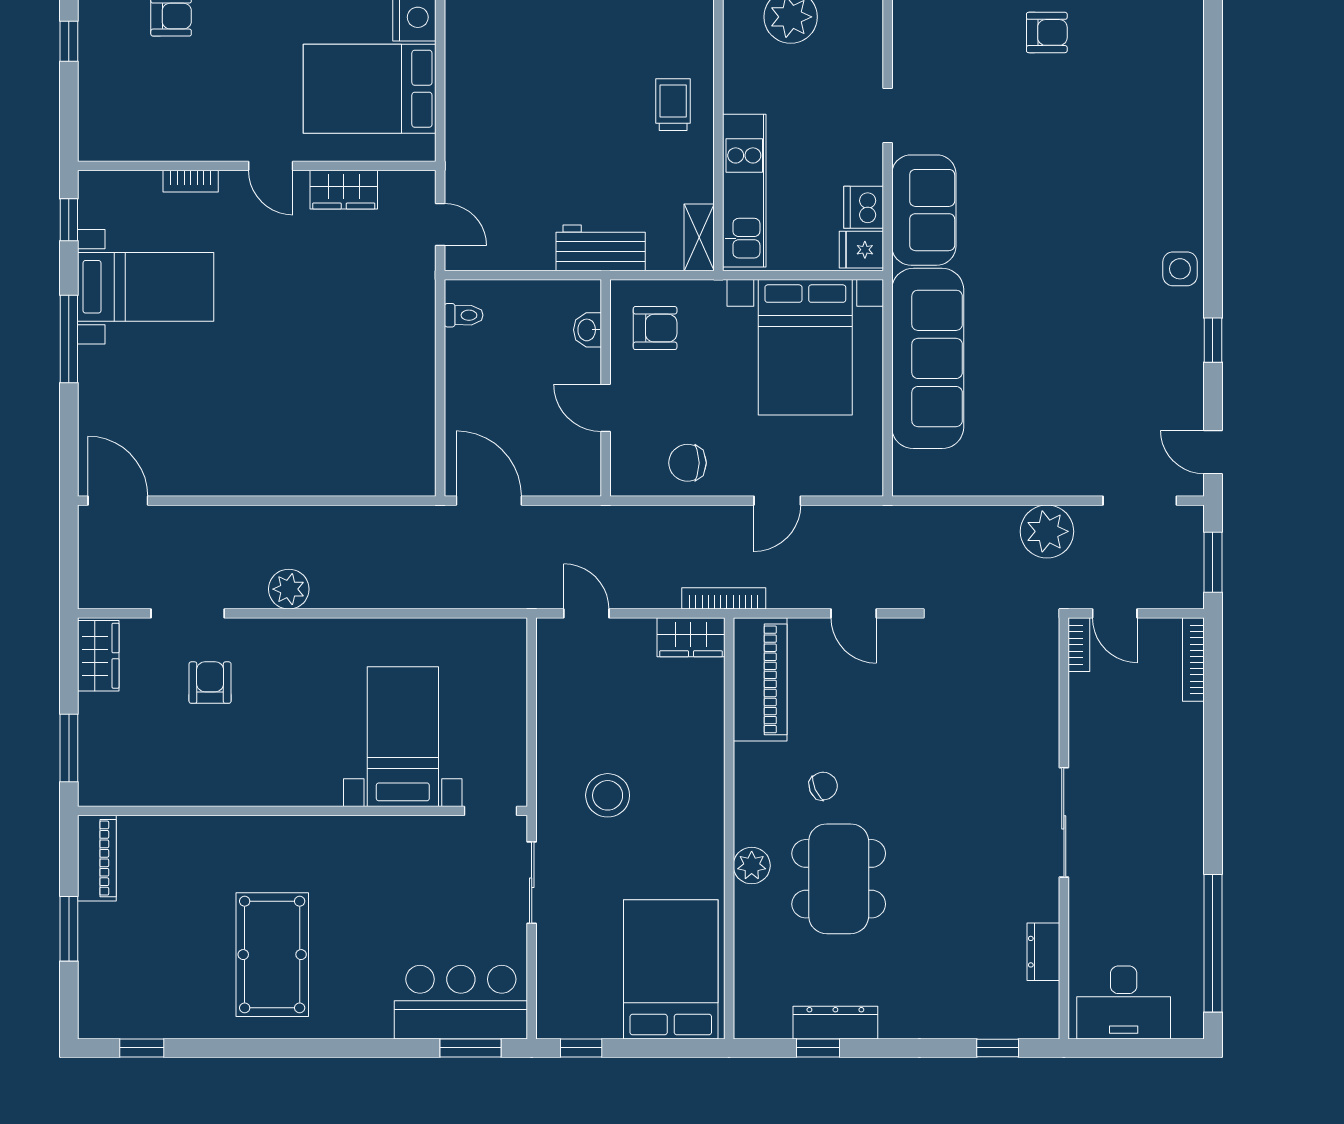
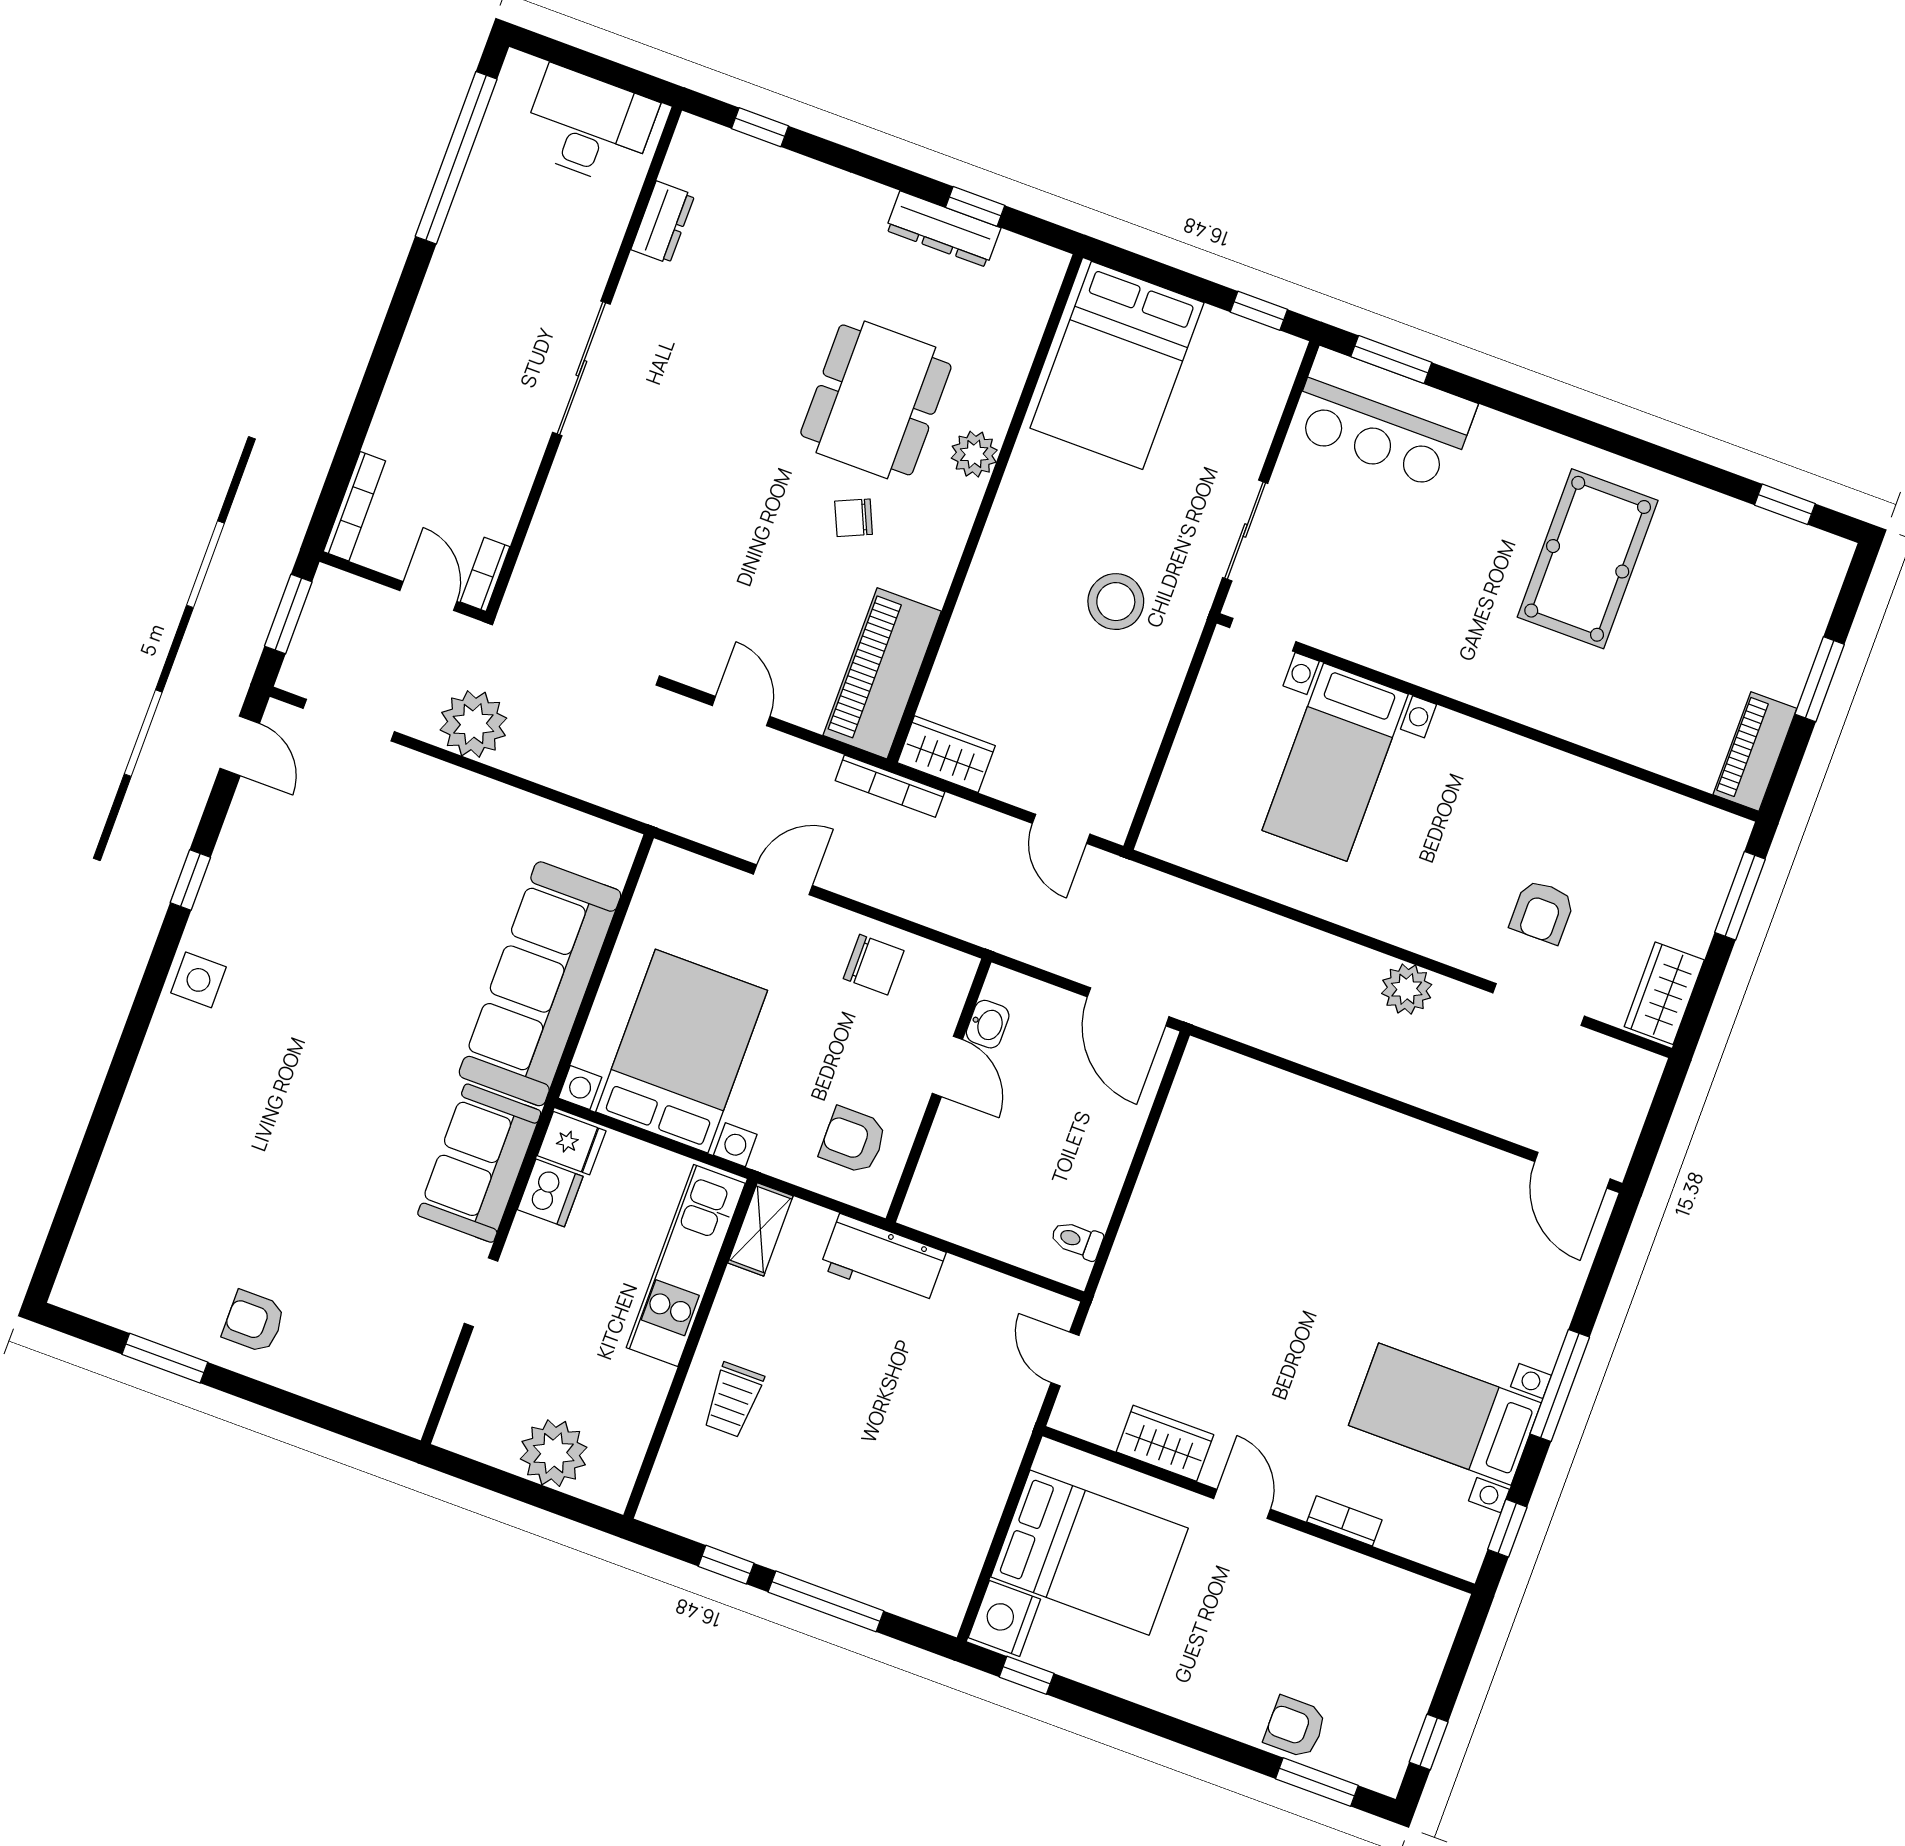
washbasin: (588, 330) -> (988, 1024), moved

